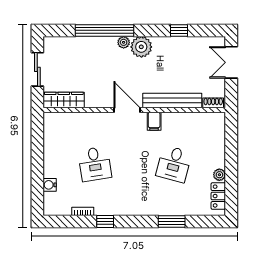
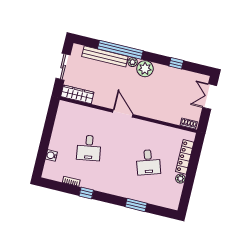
bench: (172, 100) -> (105, 56), moved
filing cabinet: (154, 121) -> (141, 127), removed
desk: (174, 164) -> (148, 162), turned -33
locker: (218, 196) -> (185, 157), moved, width x1.53

